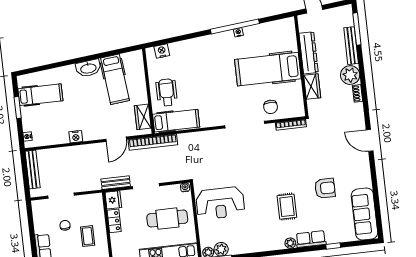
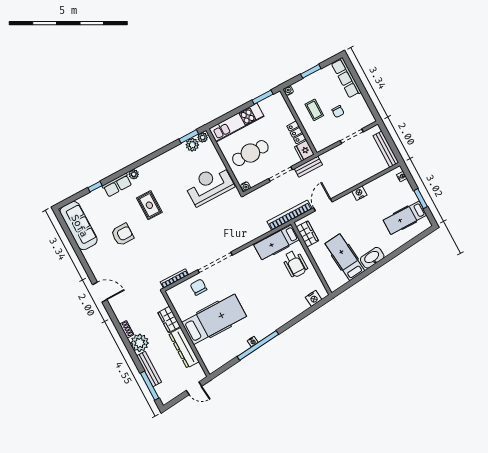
armchair: (325, 188) -> (122, 235), turned 180

